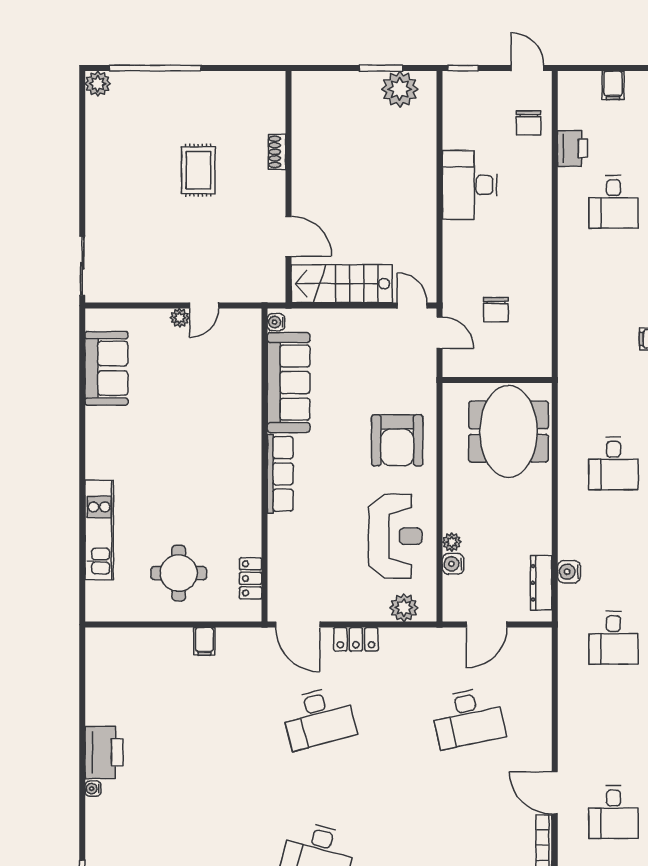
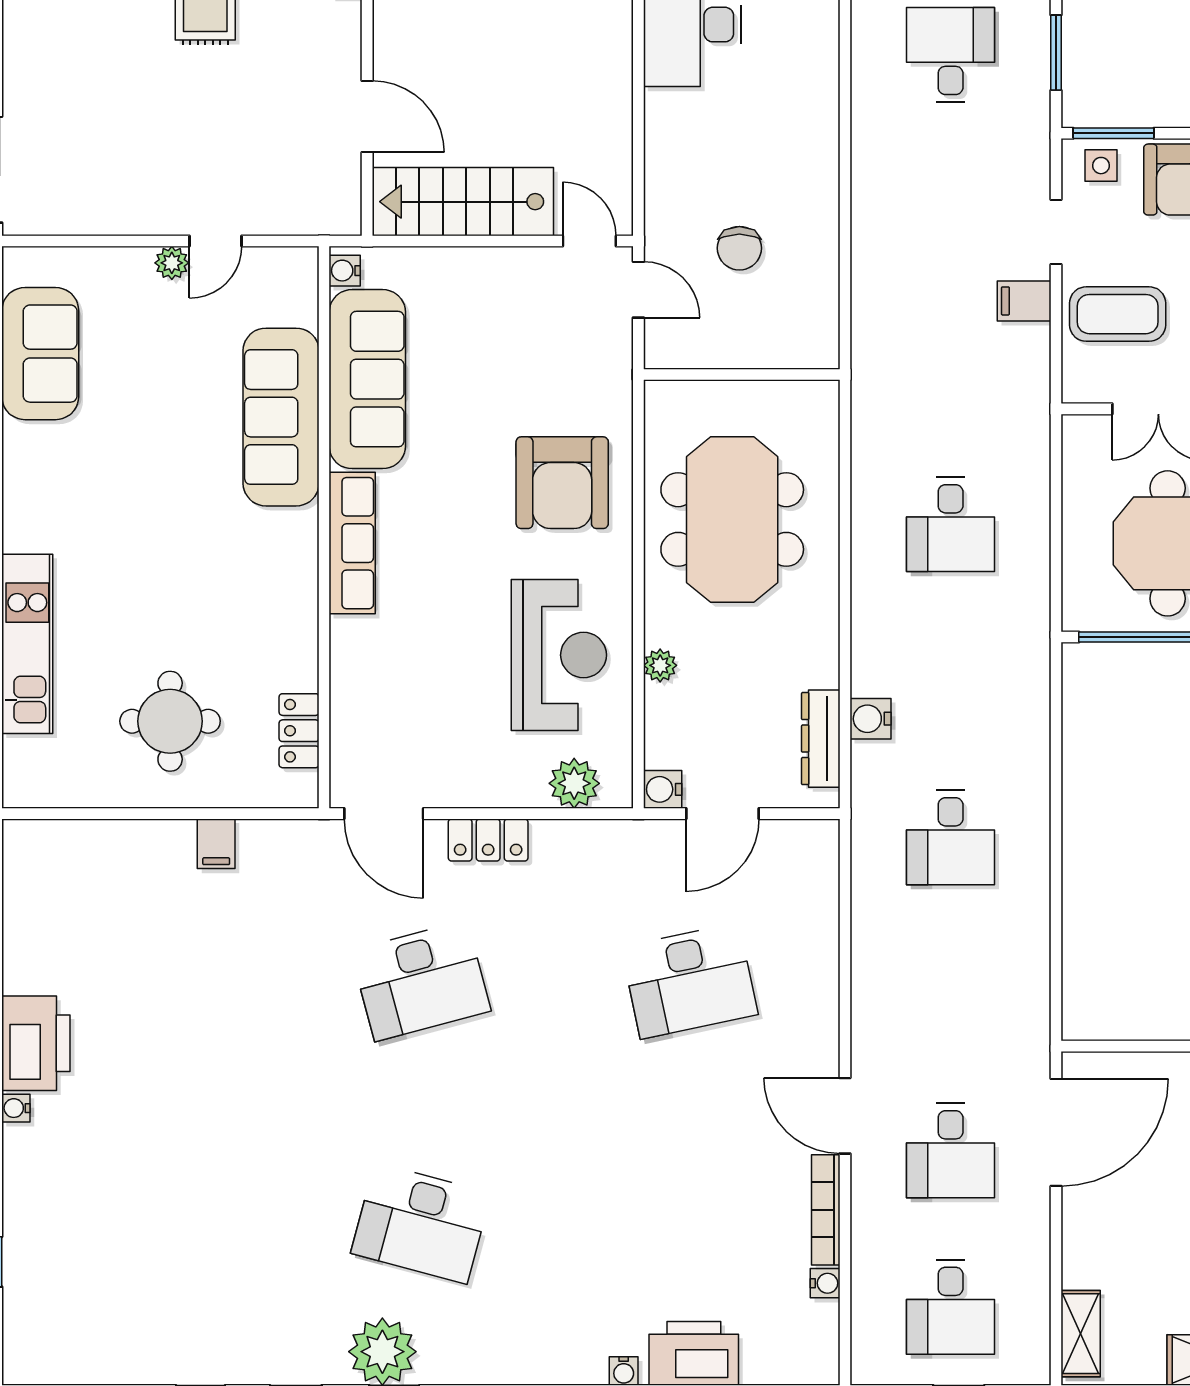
desk: (613, 202) -> (951, 55), turned 180
sofa: (241, 404) -> (281, 417), added
meeting table: (509, 432) -> (732, 520), moved
water cooler: (453, 564) -> (663, 789), moved

